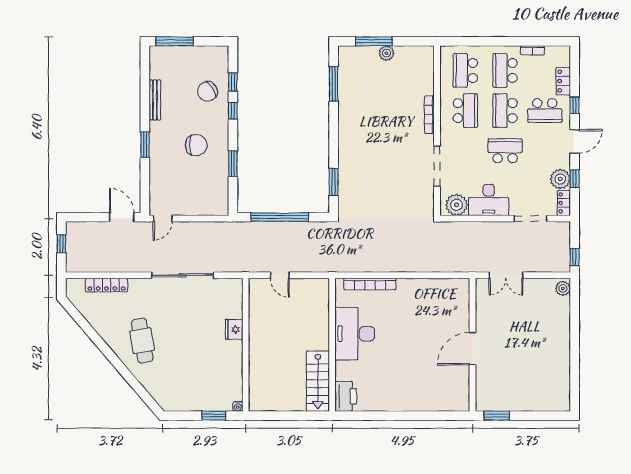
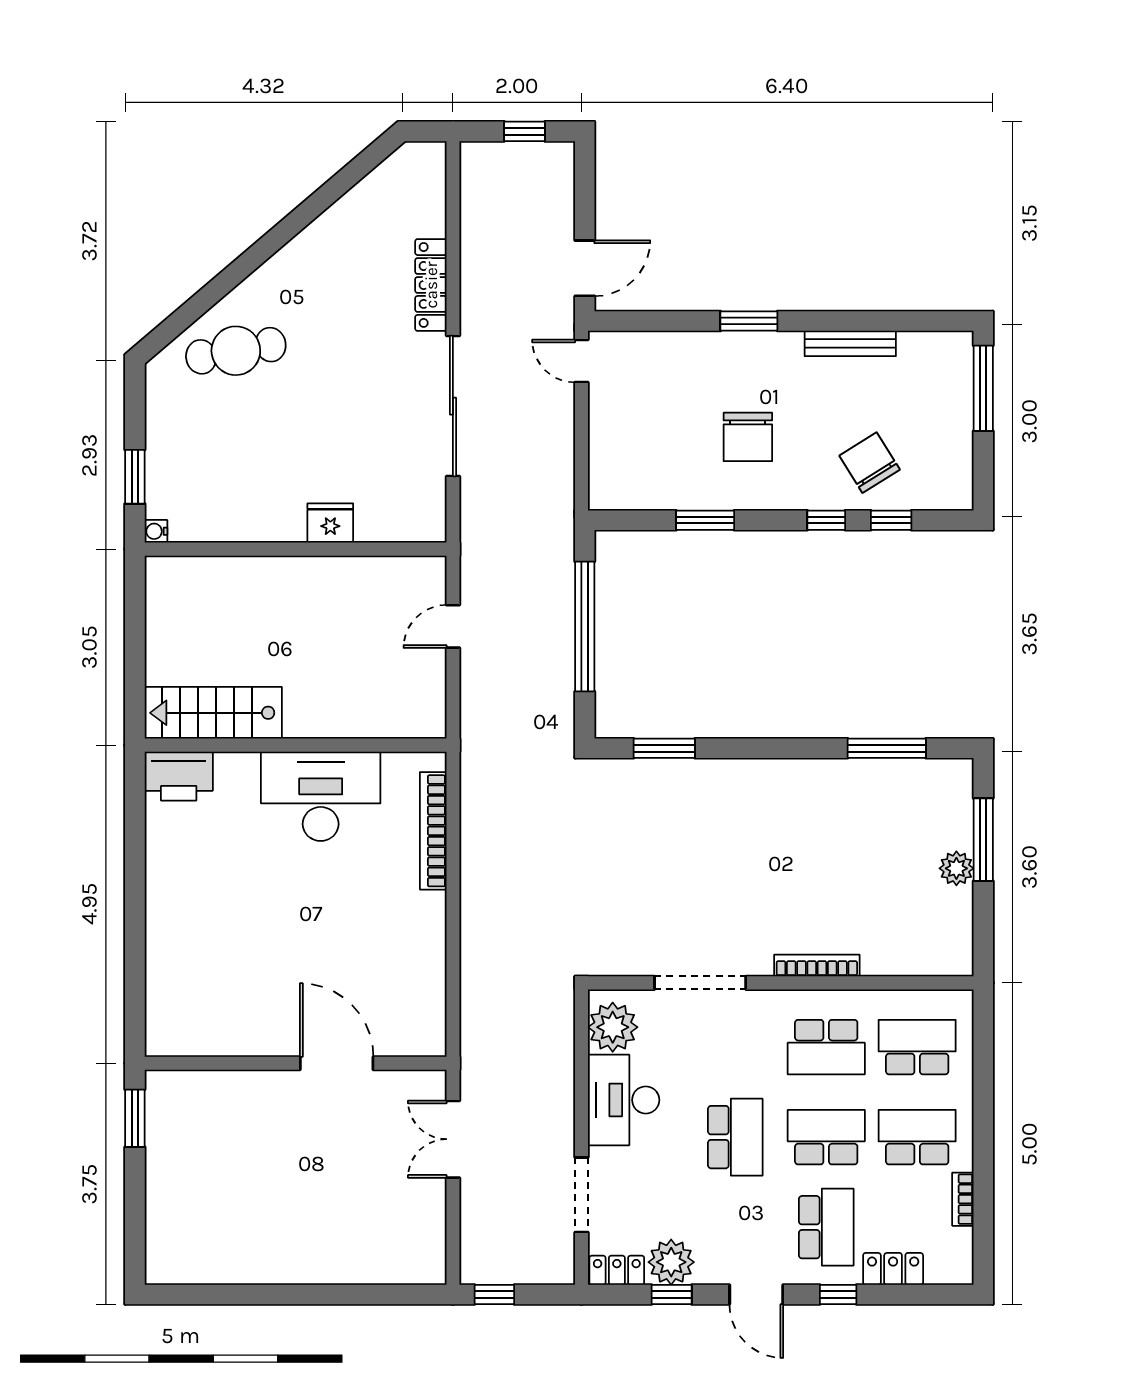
school desk: (545, 111) -> (826, 1227), turned 180
locker: (106, 285) -> (431, 285), moved
plant: (563, 288) -> (423, 1268), removed
cafe table: (142, 341) -> (236, 351), moved
door: (472, 349) -> (337, 1063), moved

